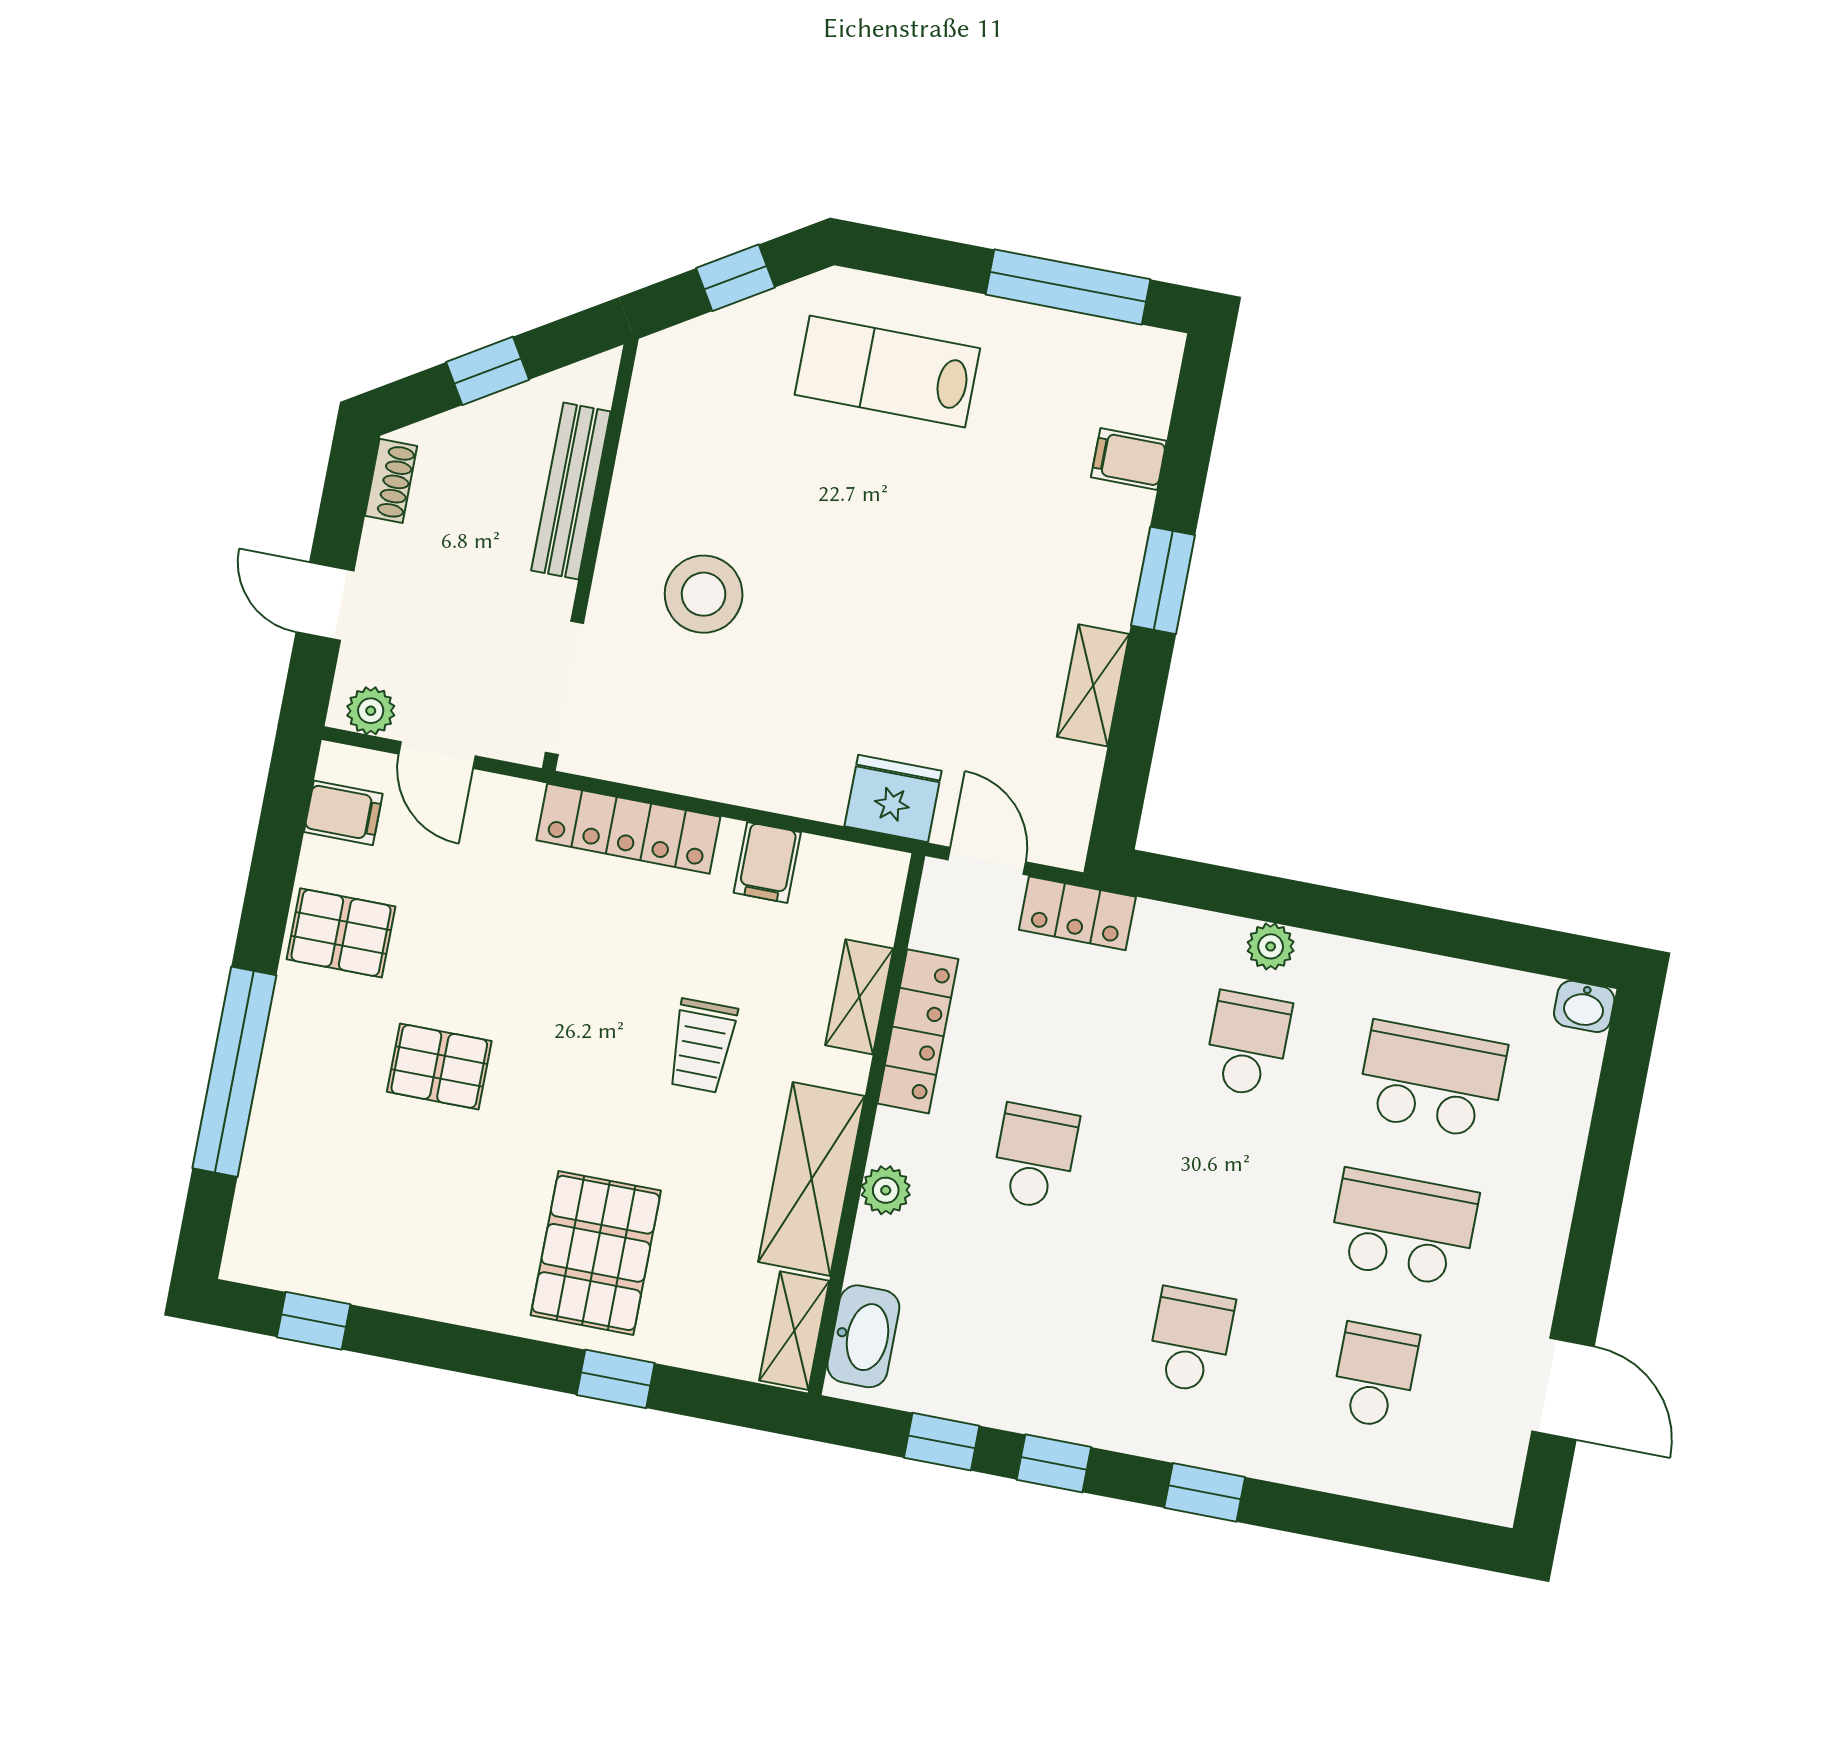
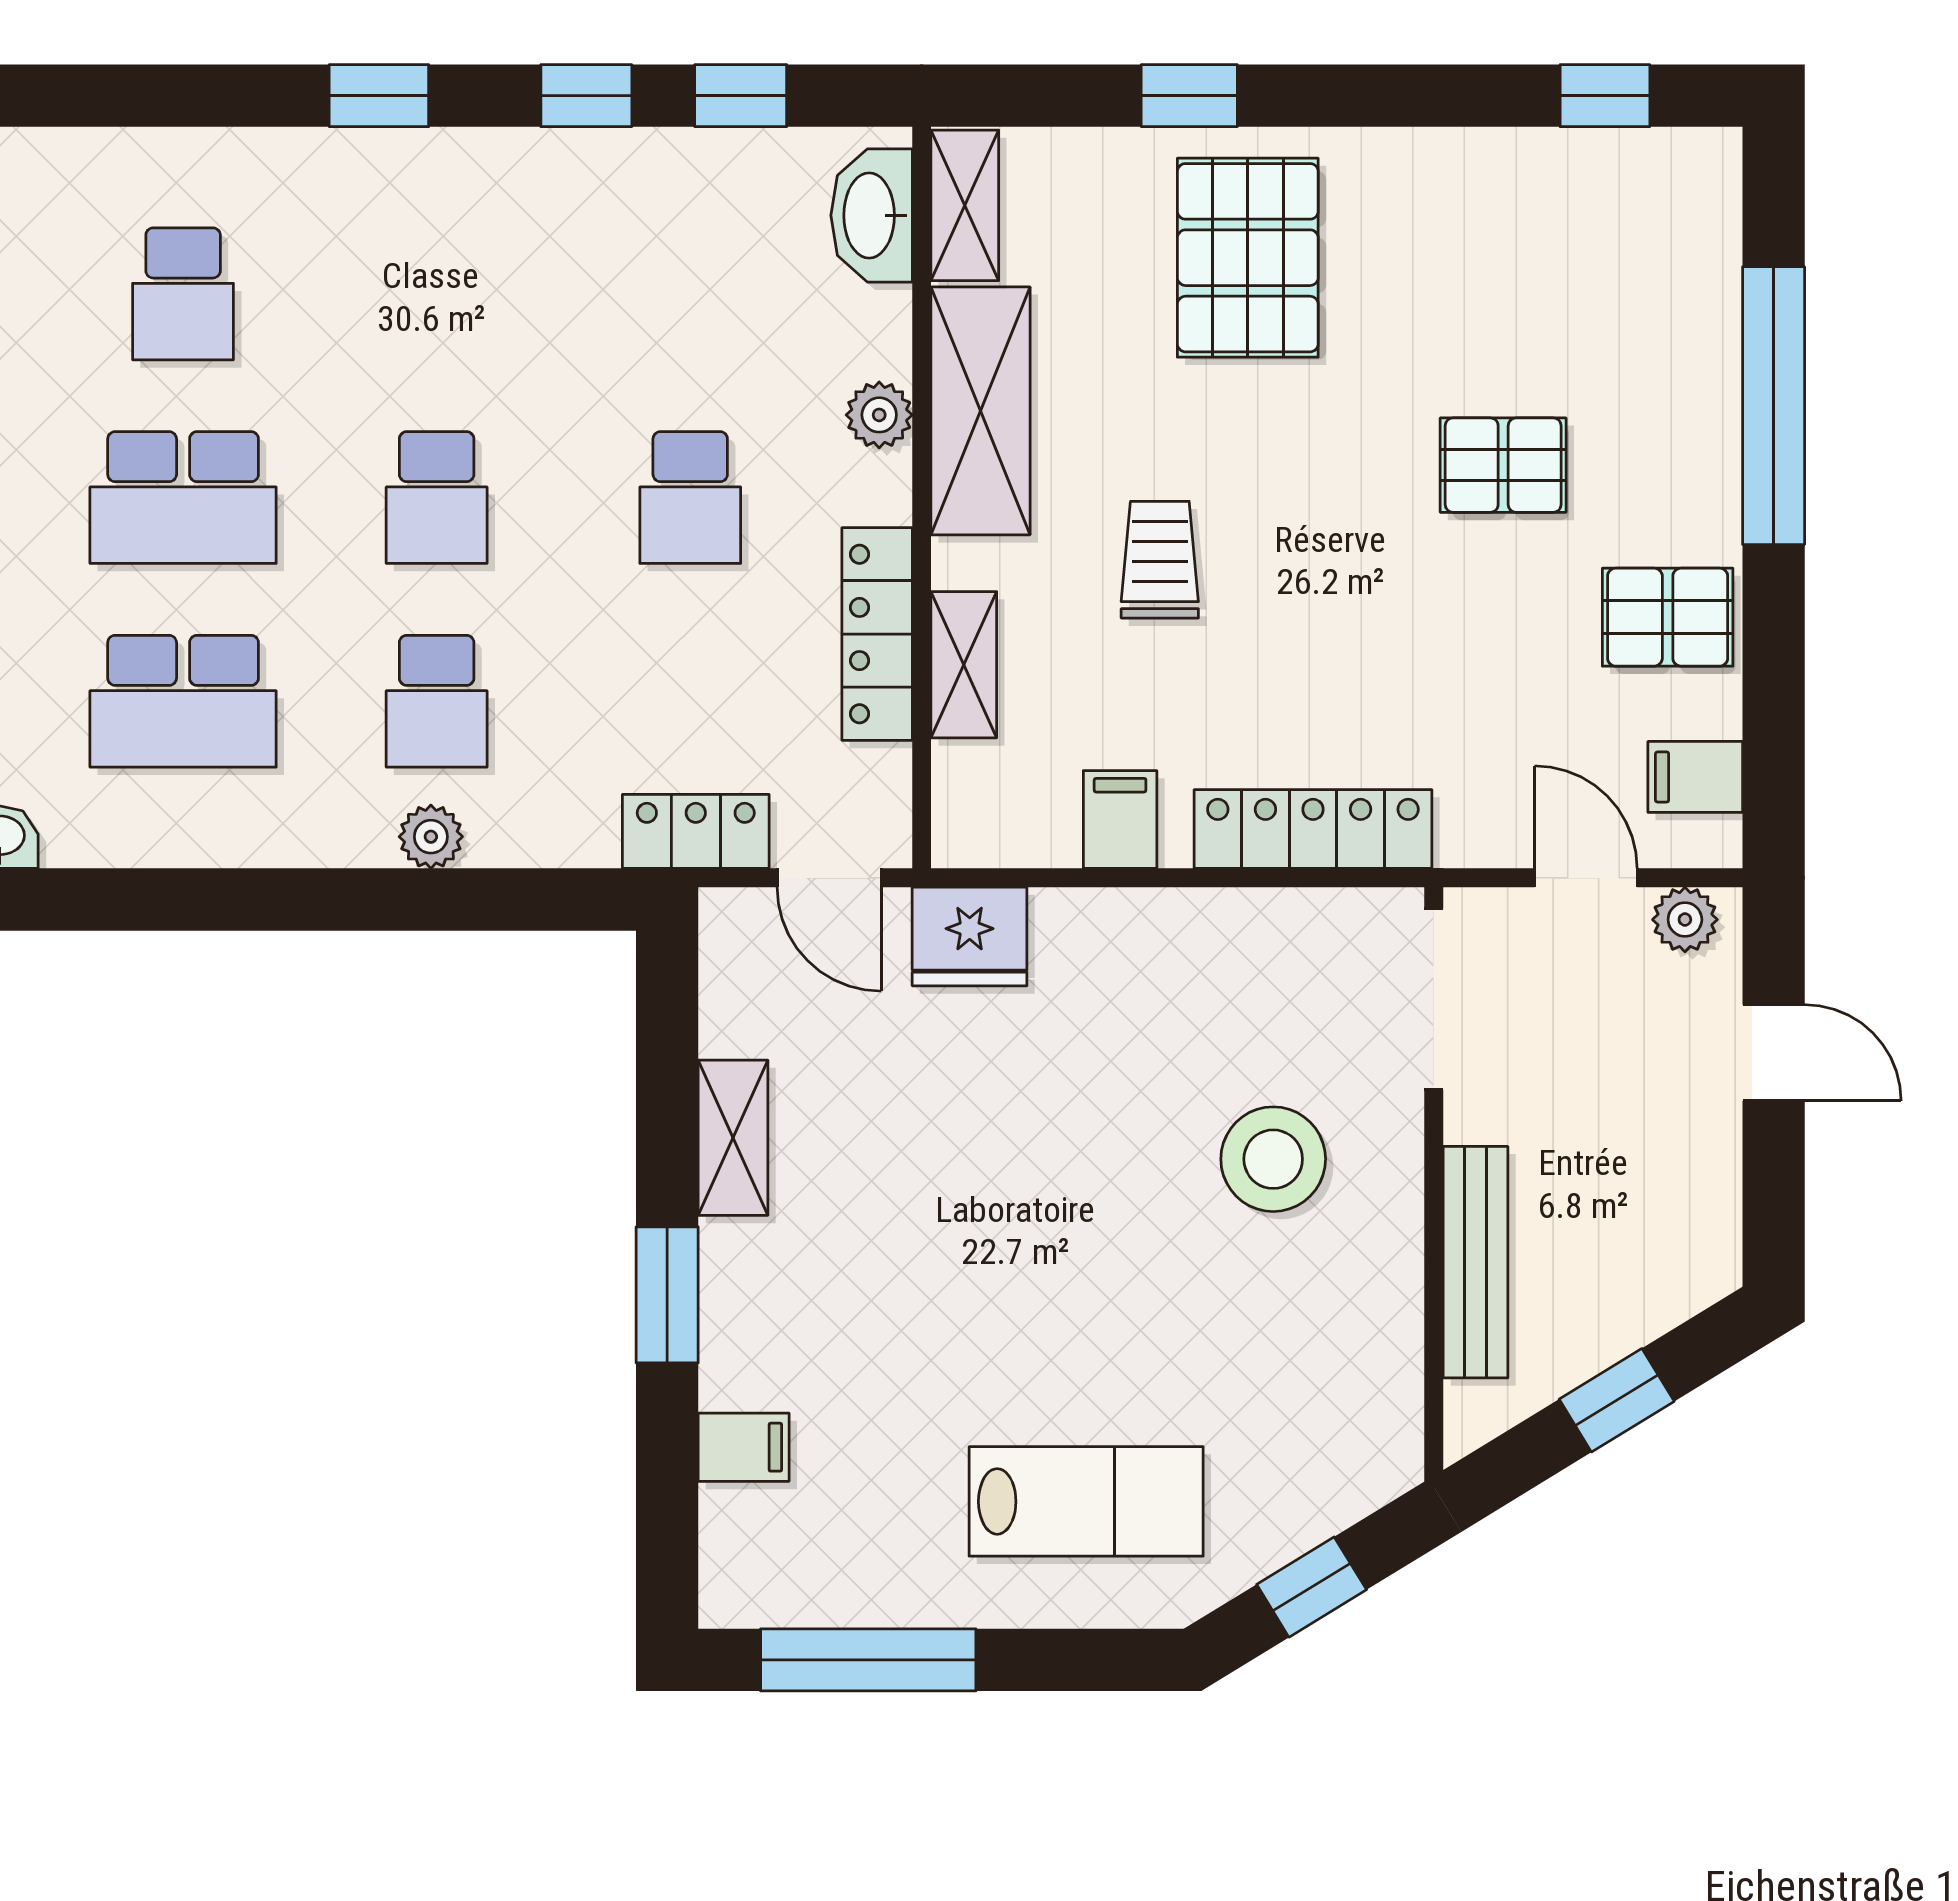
shoe rack: (391, 481) -> (1717, 1230), removed
school desk: (1190, 1340) -> (437, 498), moved

